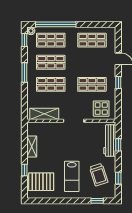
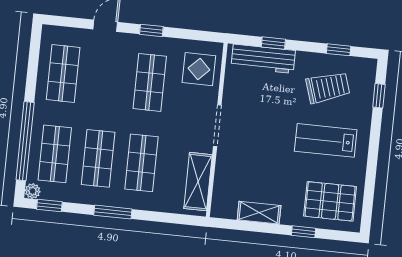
lab bench: (72, 176) -> (326, 140), turned 180
pallet: (41, 182) -> (330, 201), turned 90

